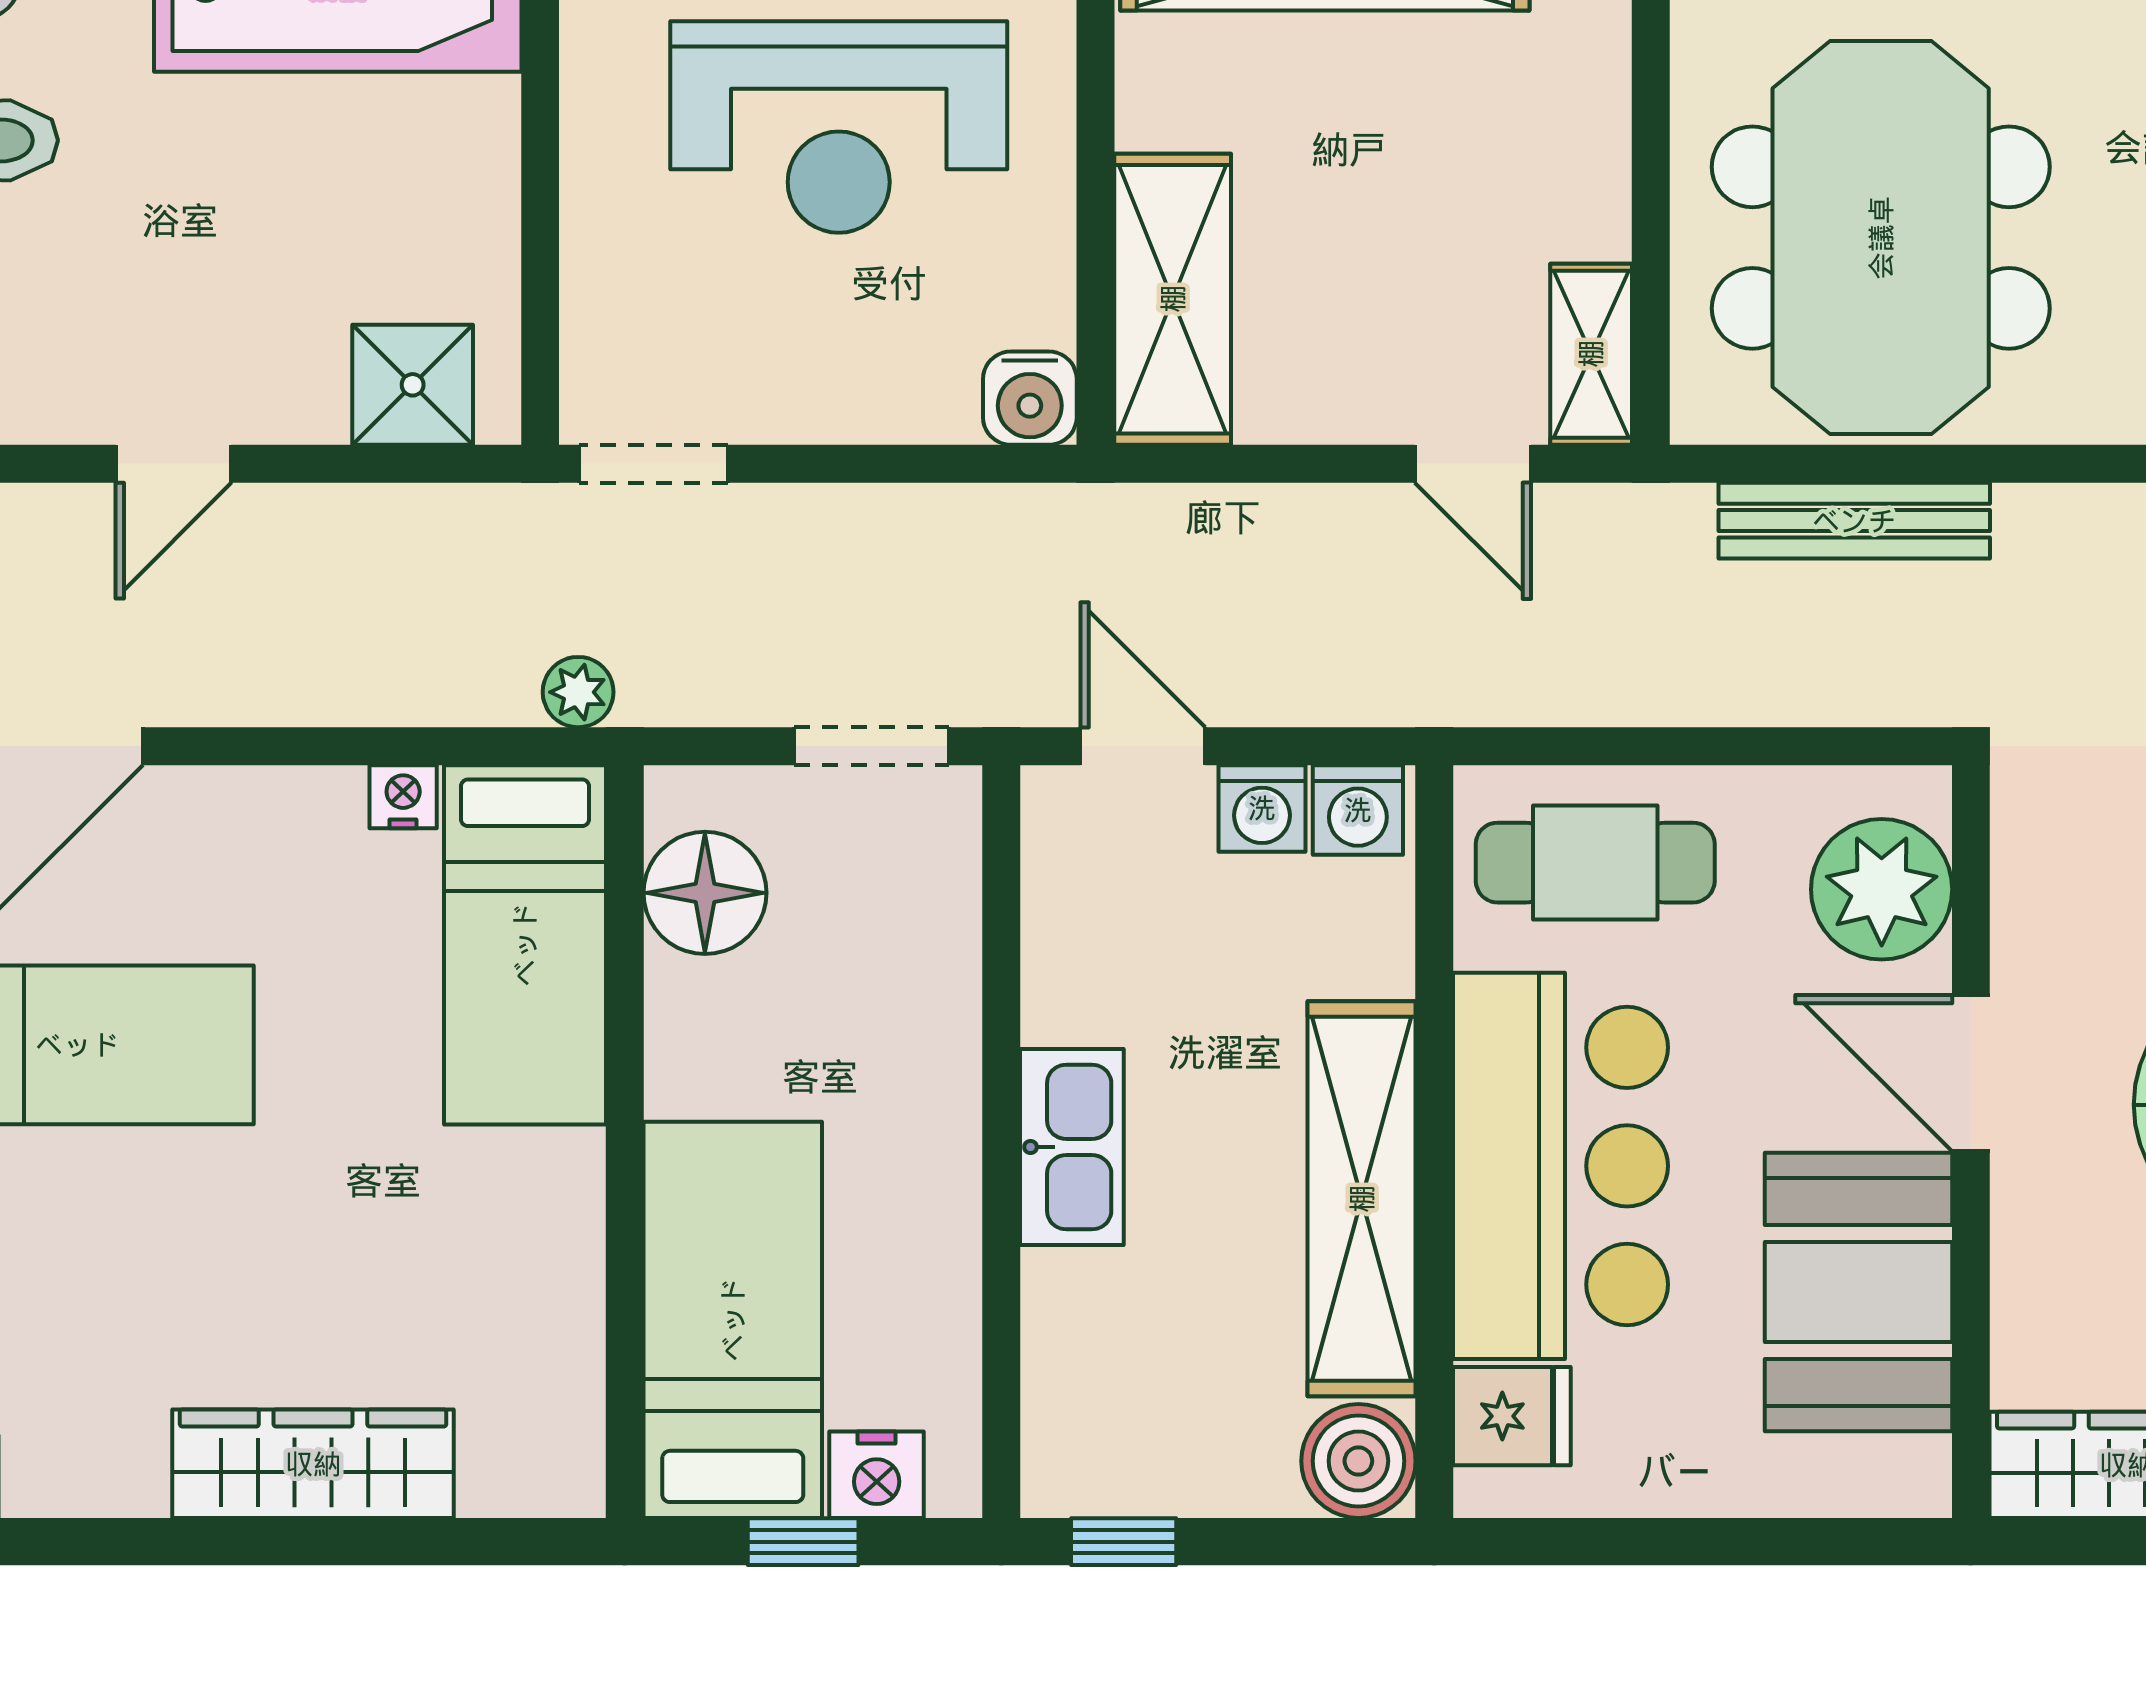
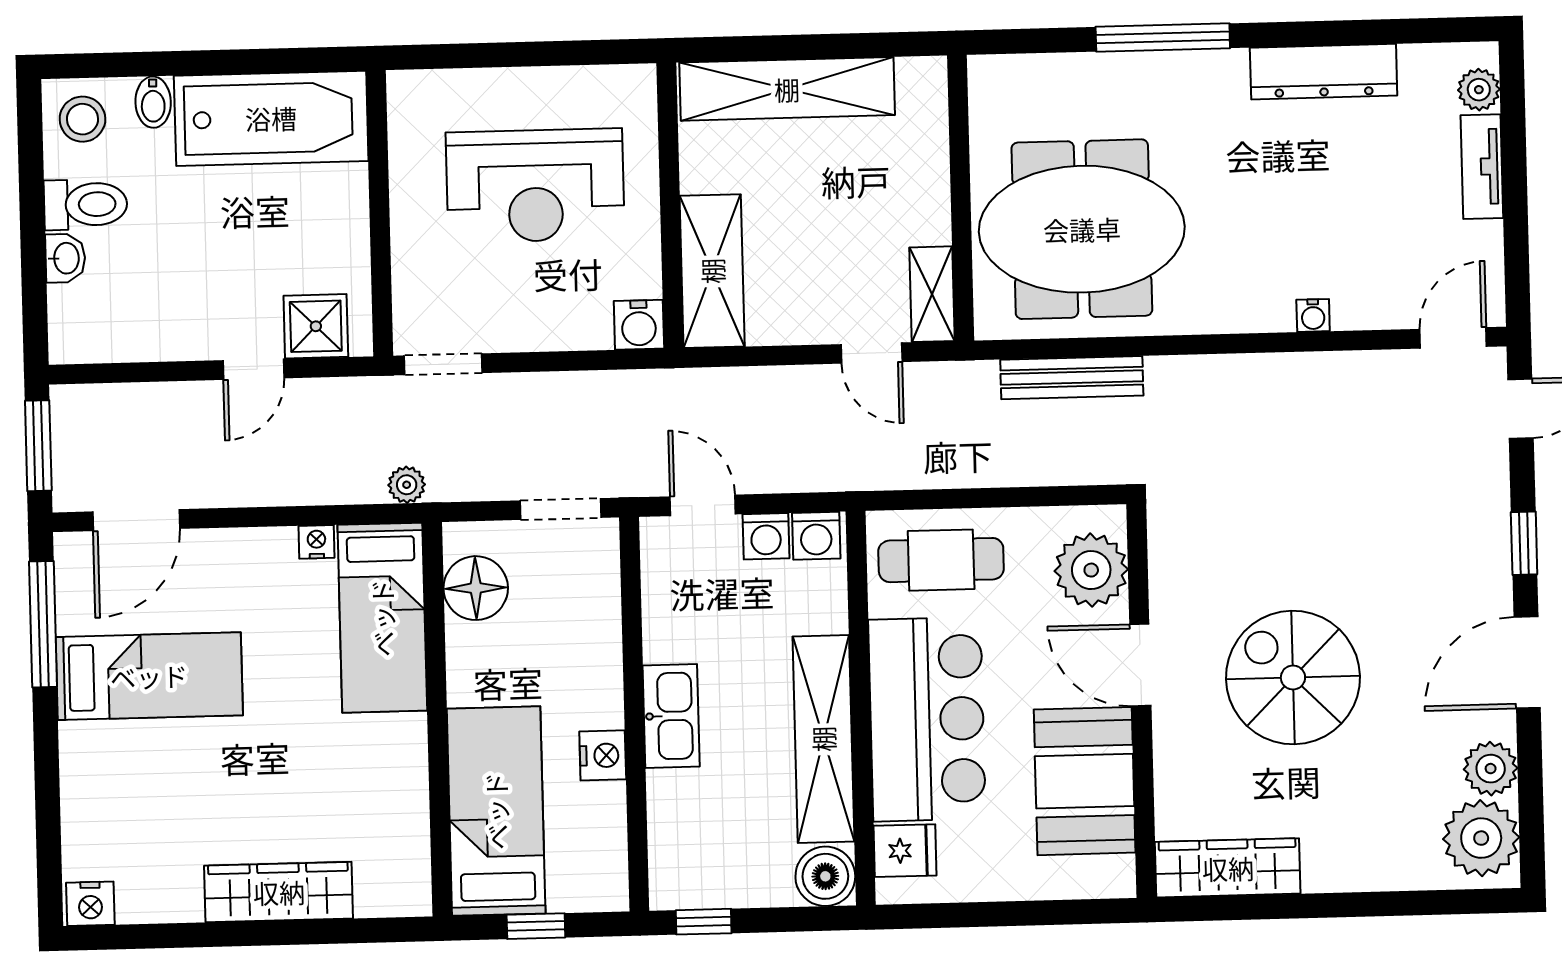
meeting table: (1881, 238) -> (1082, 229), turned 90
door: (173, 464) -> (254, 369), moved
nightstand: (877, 1475) -> (603, 755), moved, turned -90

